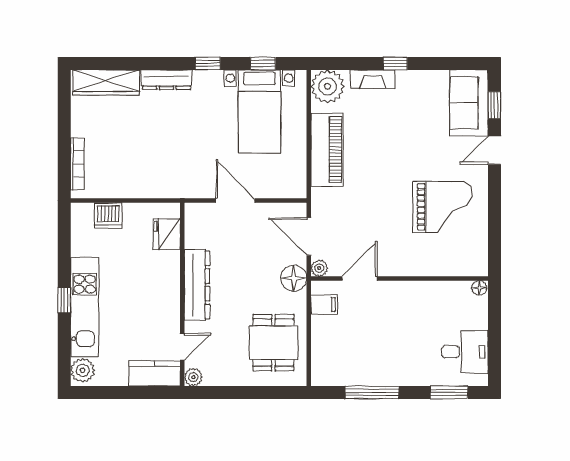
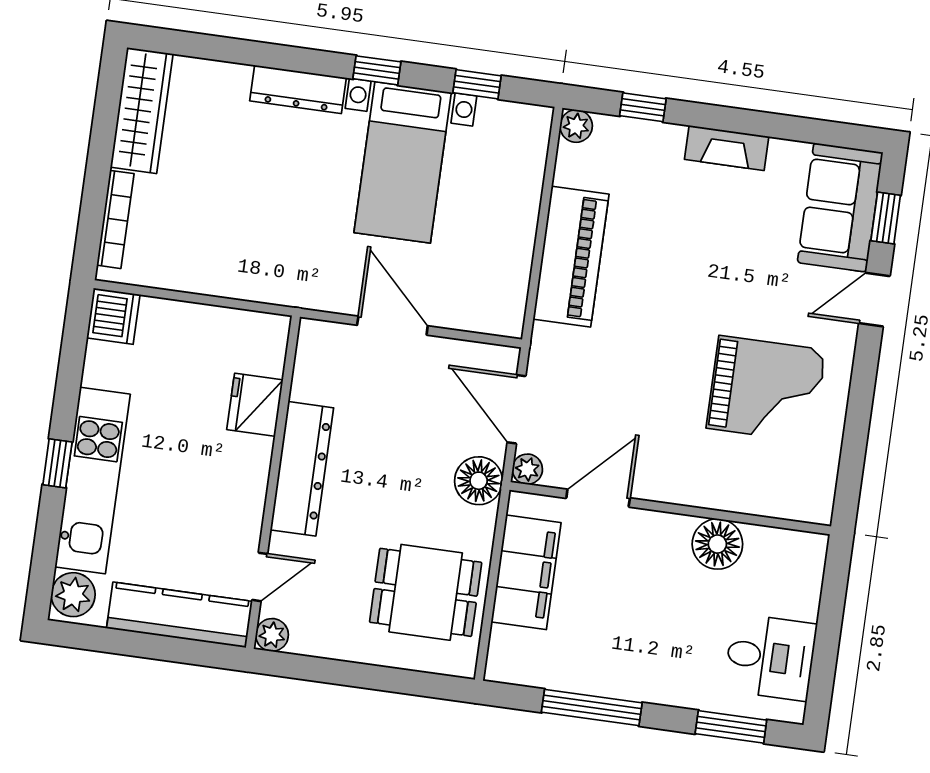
window: (395, 63) -> (643, 107), moved
fireplace: (373, 79) -> (727, 148), moved
wardrobe: (106, 83) -> (142, 110), moved, turned -90
plant: (328, 86) -> (576, 126), width x0.53, depth x0.53
bed with nightstands: (259, 111) -> (403, 162), moved
dishwasher: (108, 216) -> (113, 316), moved, turned -90
fridge: (167, 234) -> (255, 405), moved
floor lamp: (479, 288) -> (717, 544), moved, width x1.89, depth x1.89
filing cabinet: (324, 304) -> (526, 572), width x3.00, depth x1.17
dining table: (273, 343) -> (426, 592), turned 90
kitchen counter: (155, 373) -> (179, 615), width x1.50

